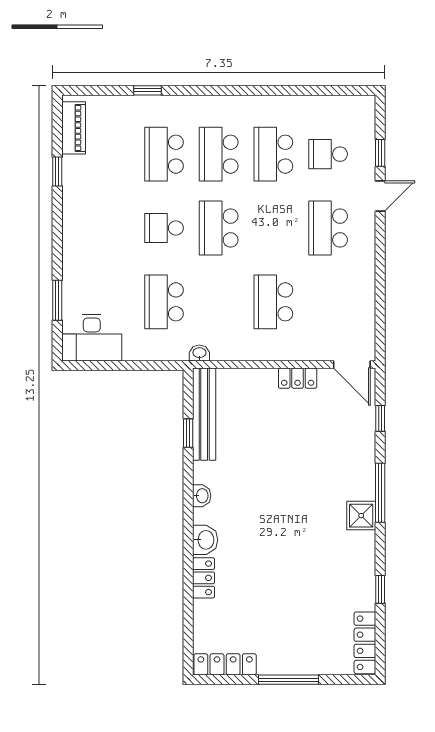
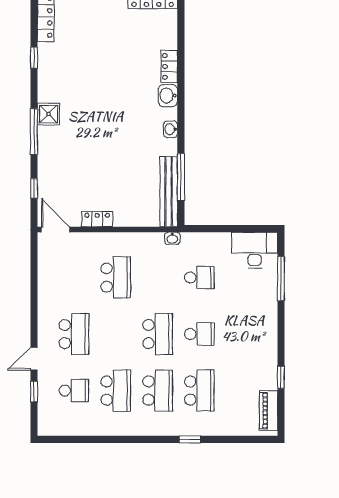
window: (148, 90) -> (190, 439), moved
window: (57, 300) -> (281, 279), width x1.44
school desk: (164, 302) -> (199, 278), width x0.54
window: (188, 433) -> (181, 177), width x2.17

